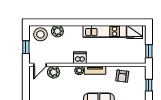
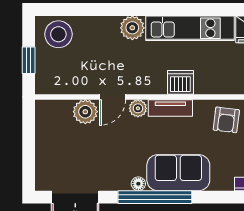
plant: (57, 31) -> (132, 28), moved
dishwasher: (80, 58) -> (180, 82), moved
door: (40, 65) -> (113, 97), moved

